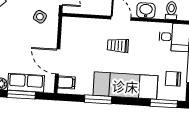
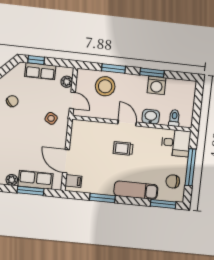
exam couch: (125, 86) -> (136, 190), width x0.73, depth x0.69

